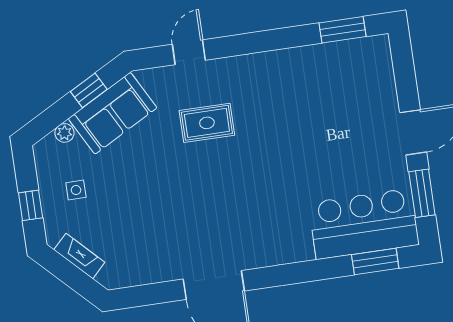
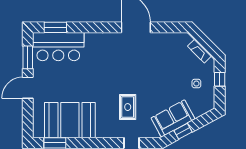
booth: (319, 80) -> (70, 120), added
rug: (207, 123) -> (128, 107), turned 90
plant: (64, 133) -> (198, 112), removed

